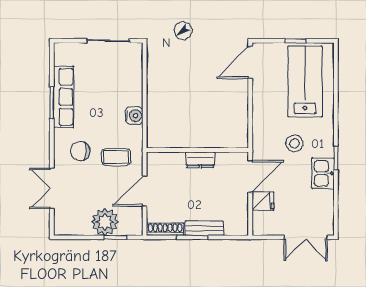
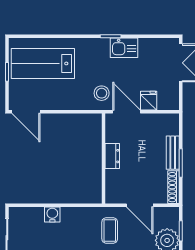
water cooler: (134, 116) -> (52, 214), moved
stool: (295, 143) -> (102, 93), moved

